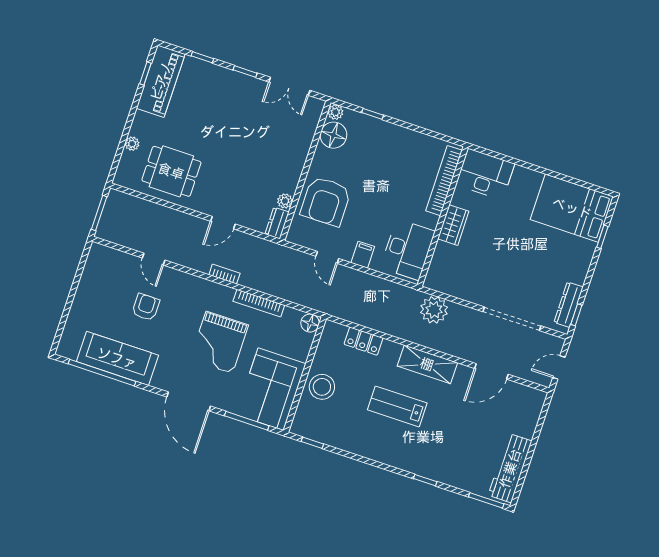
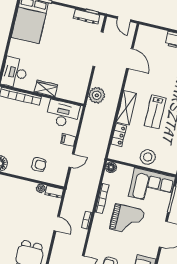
armchair: (326, 201) -> (39, 164), width x0.53, depth x0.53
shelving: (427, 364) -> (126, 108), moved

